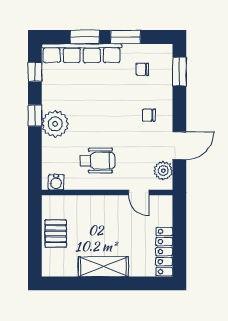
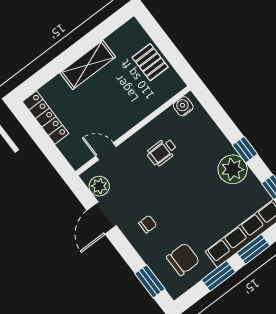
chair: (142, 69) -> (183, 259), width x1.87, depth x1.87
plant: (55, 124) -> (233, 169), moved
wheelchair: (98, 161) -> (162, 152), width x0.73, depth x0.73

